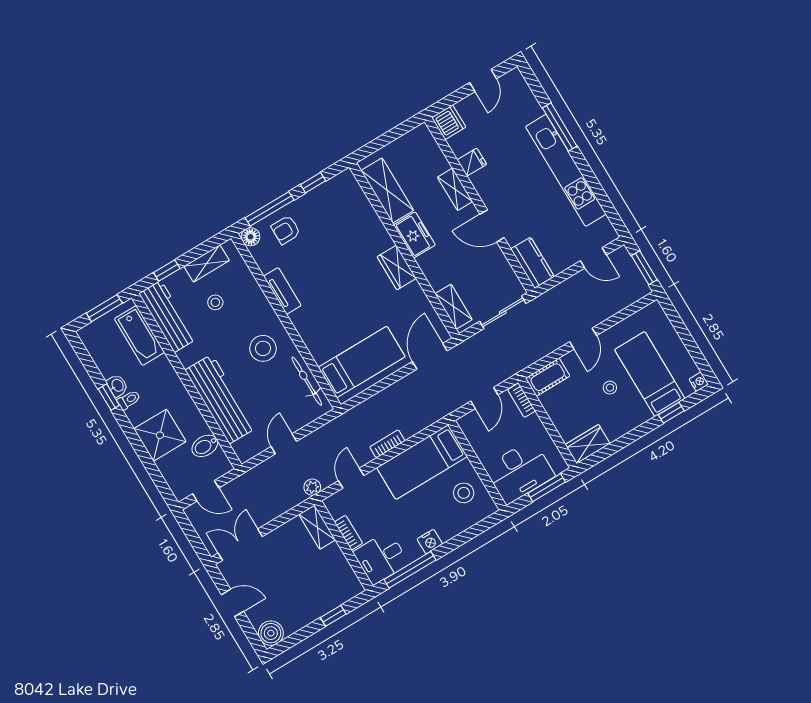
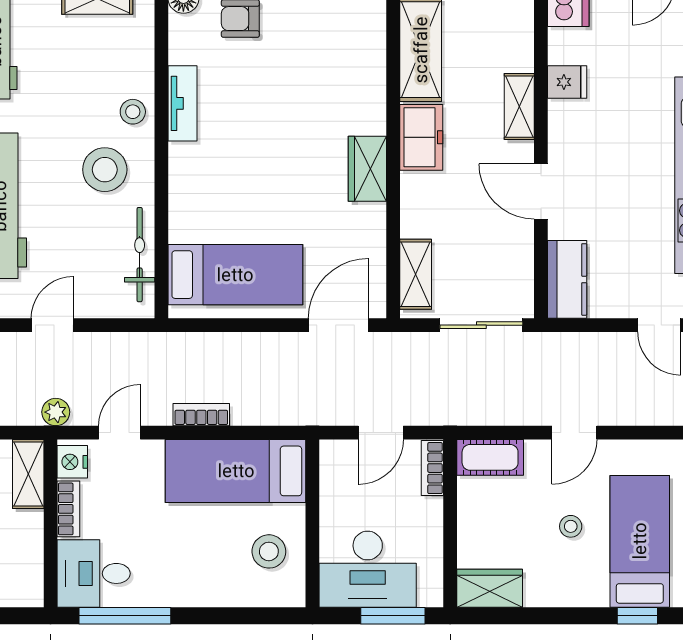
stool: (215, 302) -> (133, 112), moved
nightstand: (430, 542) -> (72, 462), moved, turned 90

